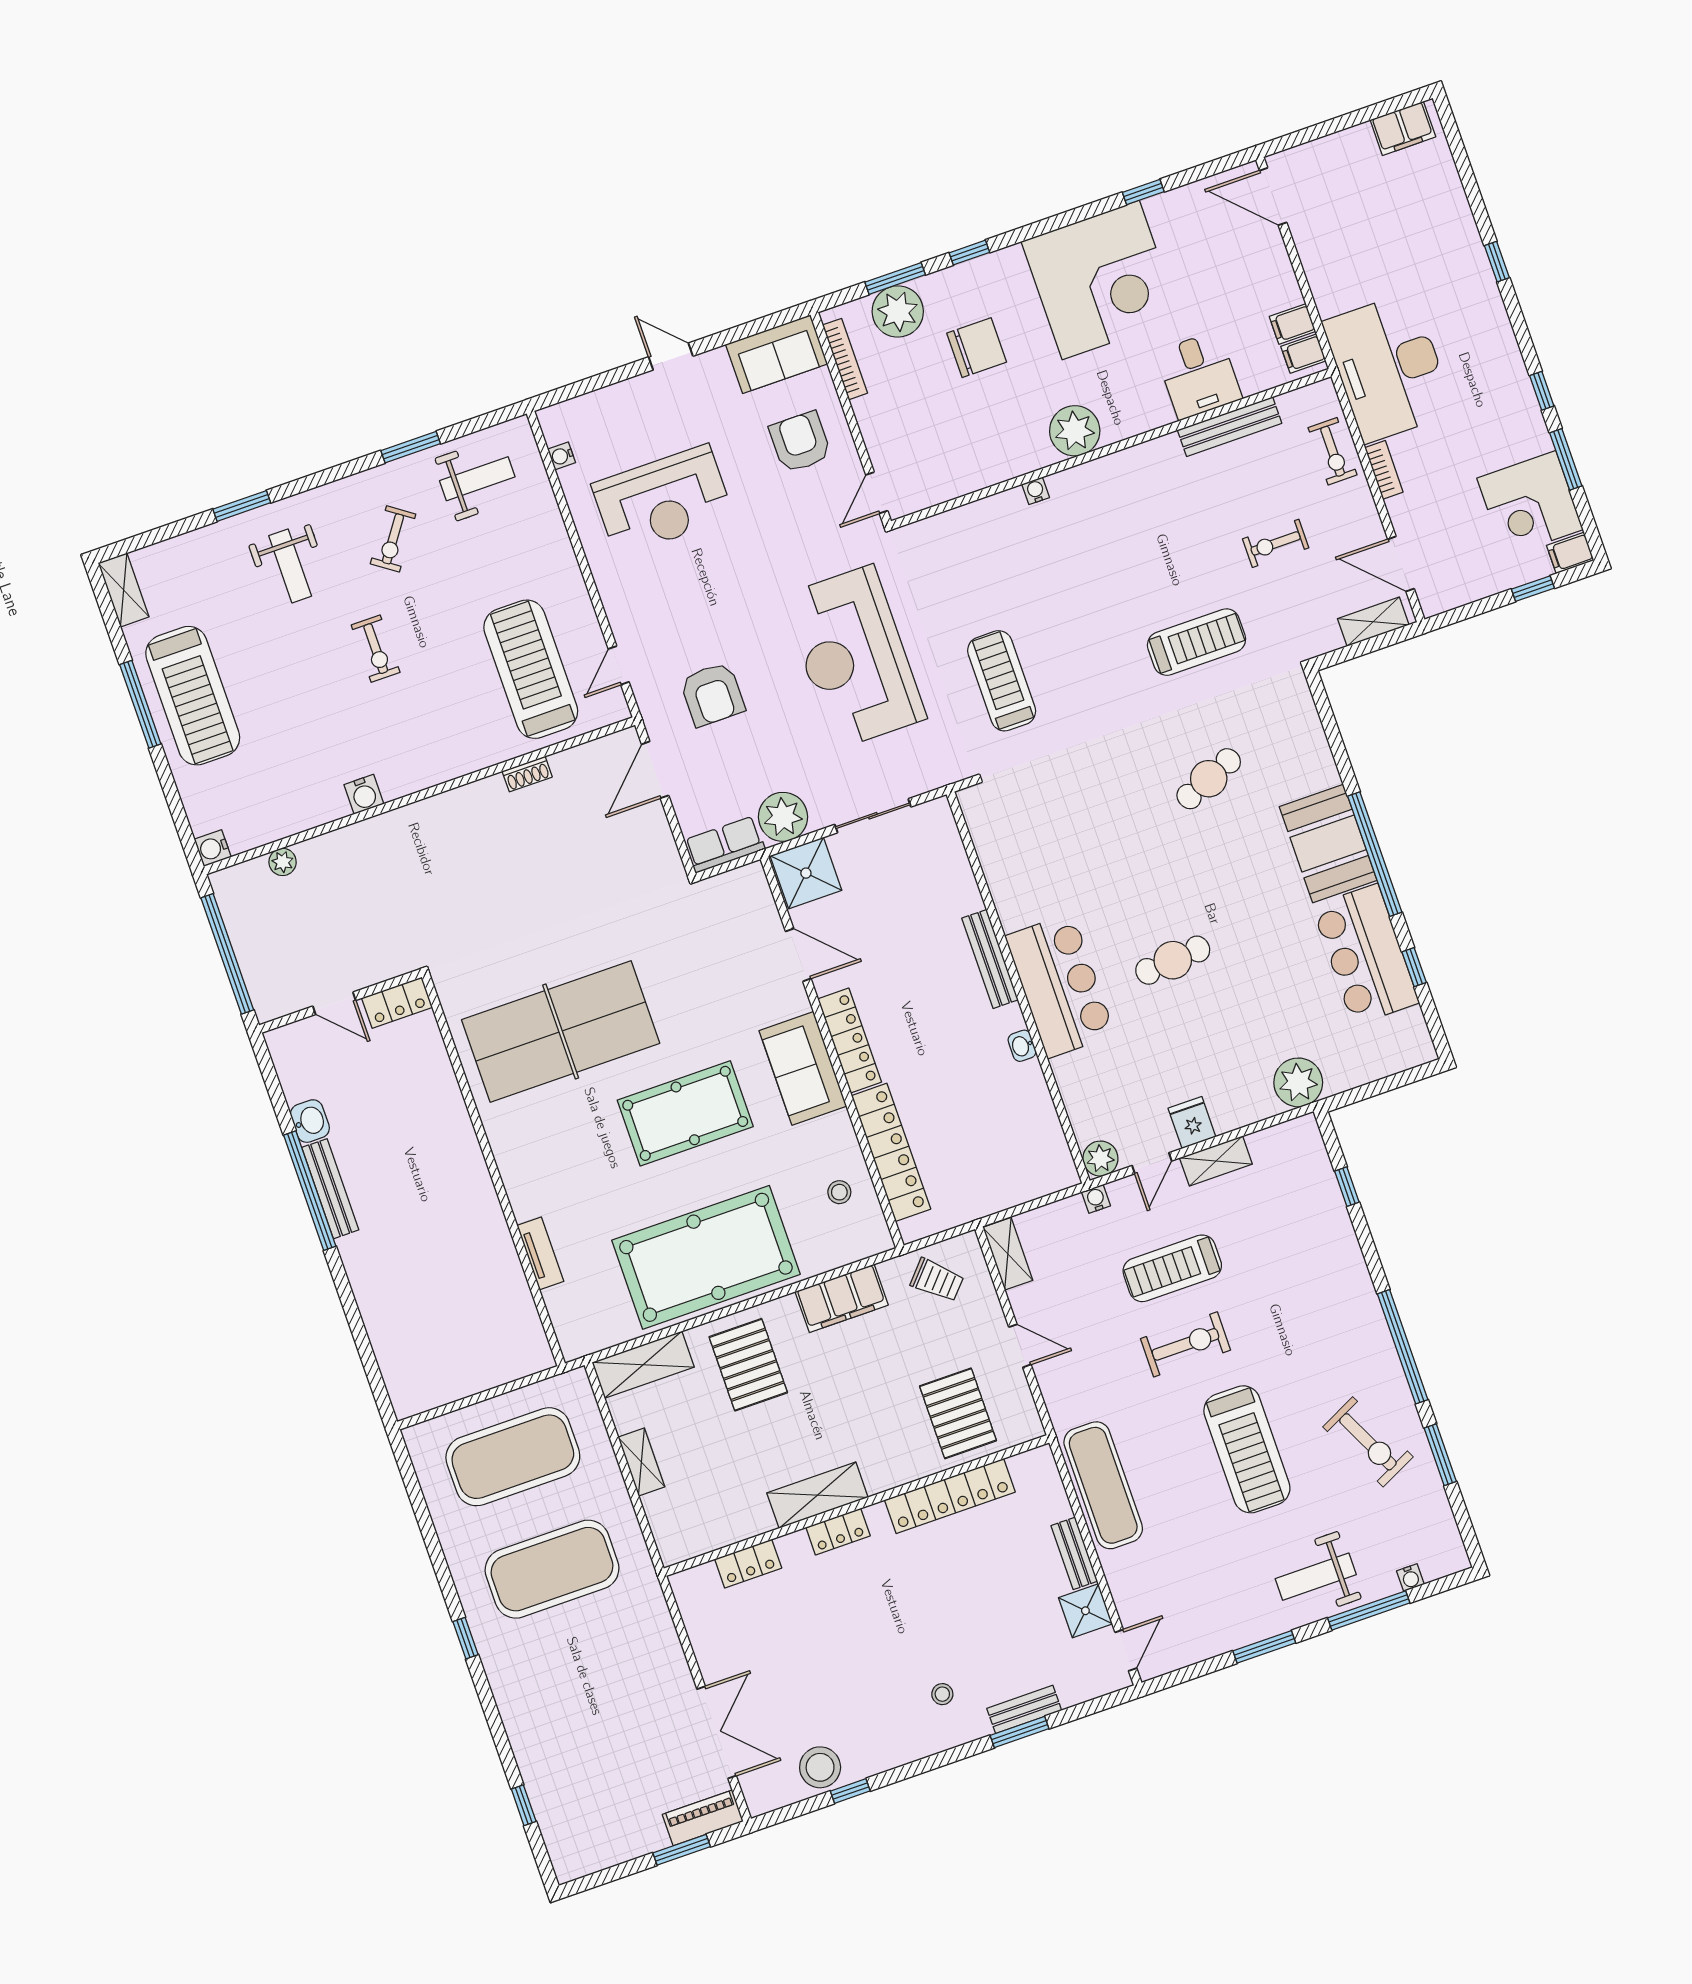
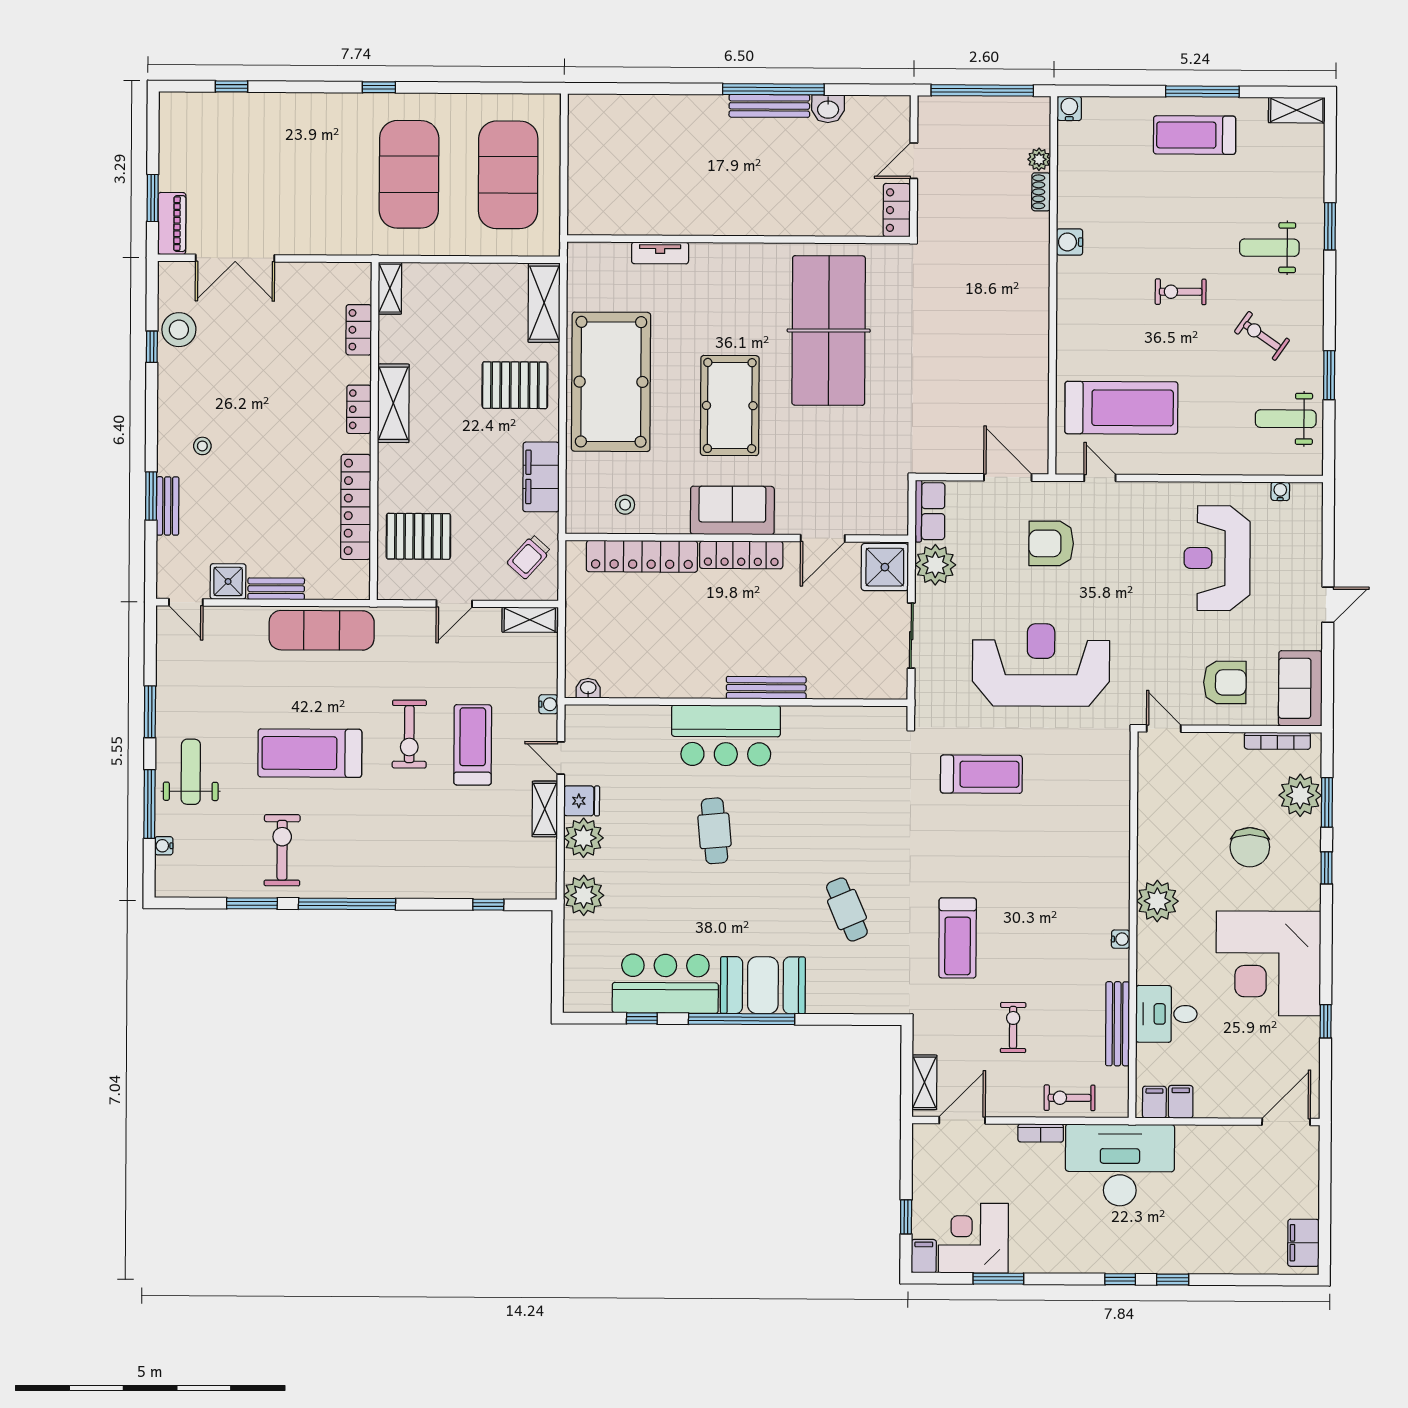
window: (1542, 391) -> (1120, 1279), moved
weight bench: (477, 479) -> (1286, 419), turned 90
water cooler: (1036, 491) -> (1121, 939), moved
treadmill: (193, 696) -> (1195, 135), width x0.73, depth x0.73
shoe rack: (527, 774) -> (1041, 192), moved
washbasin: (1022, 1046) -> (588, 688), moved
plant: (1100, 1159) -> (584, 838), moved, width x1.36, depth x1.36
exercise bike: (1368, 1442) -> (282, 850), turned 116
shelving: (641, 1462) -> (390, 288), moved, turned 90

